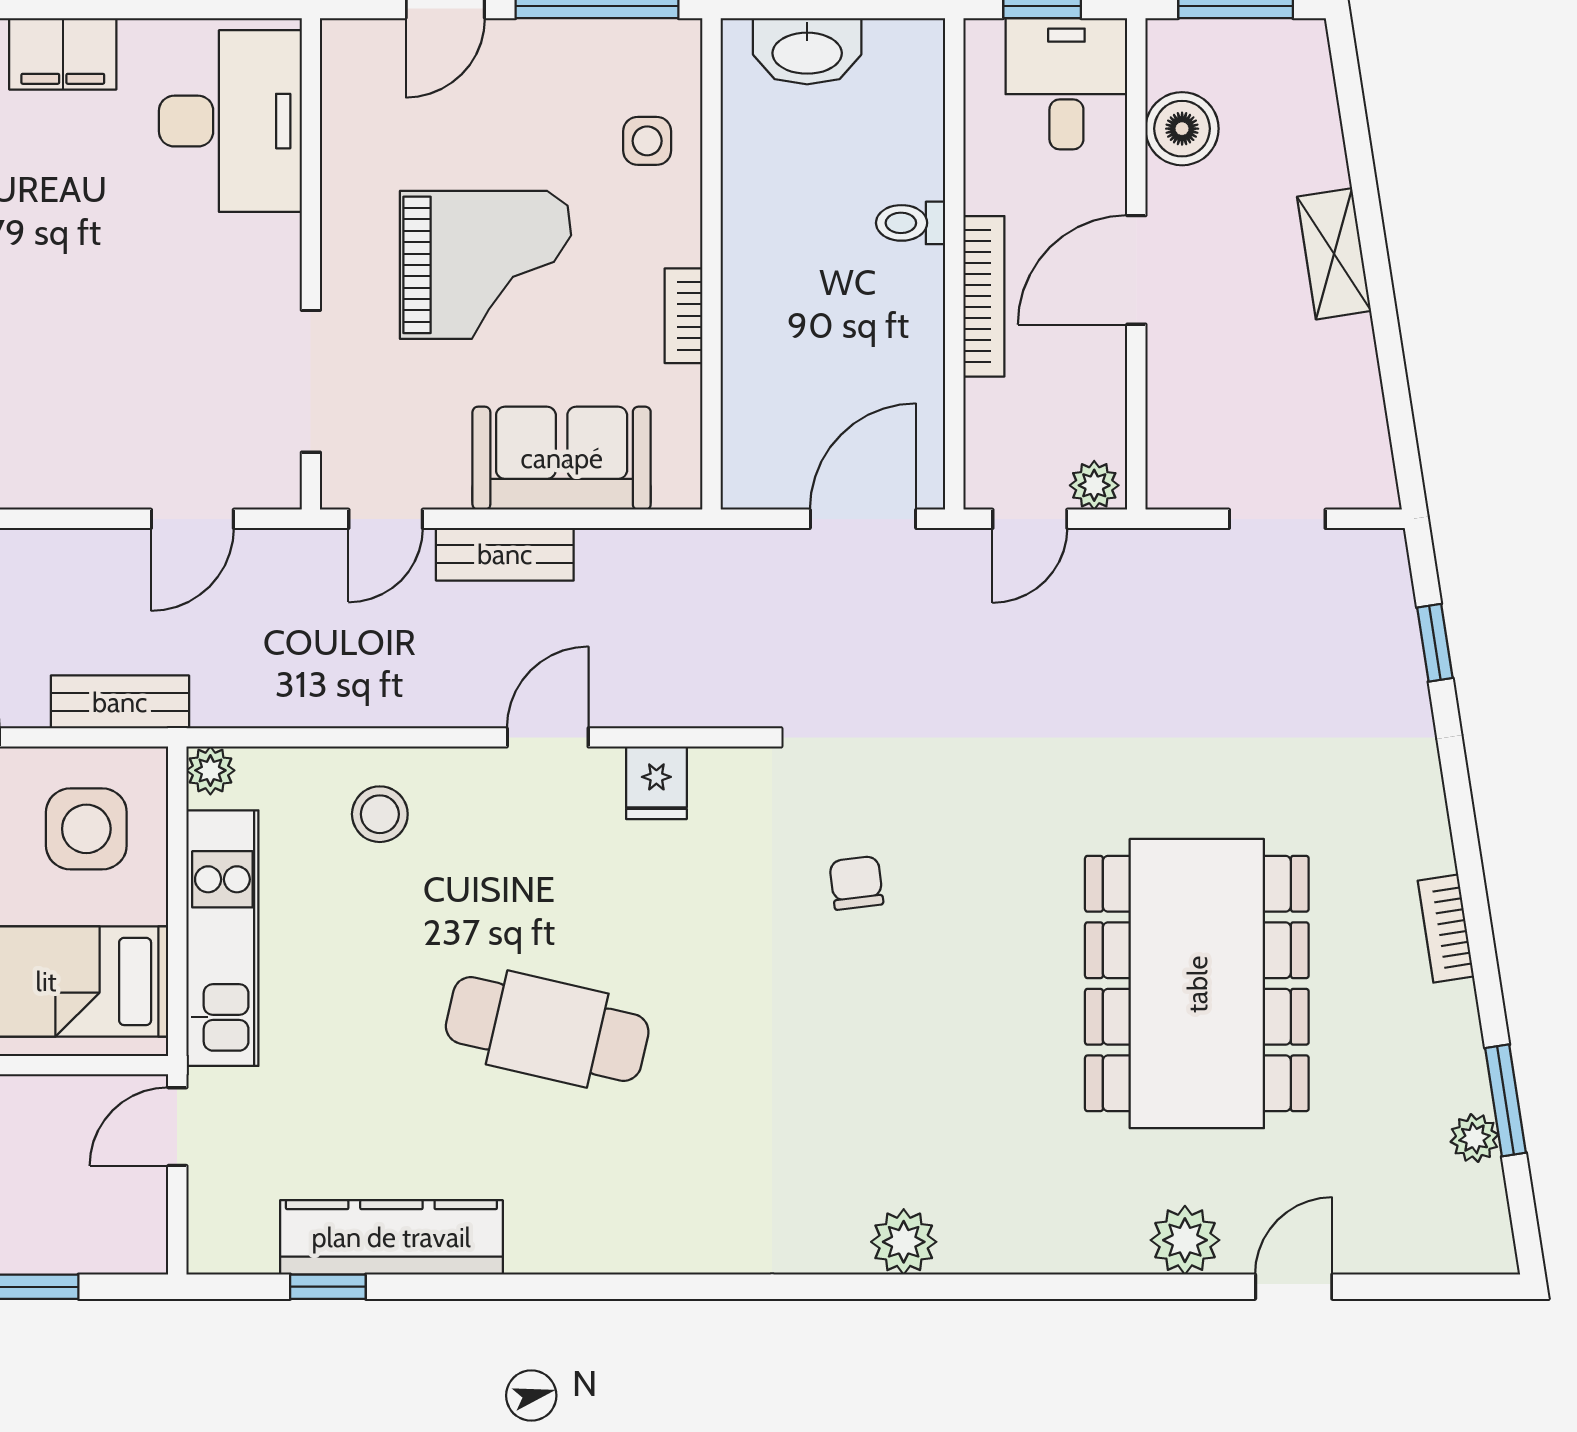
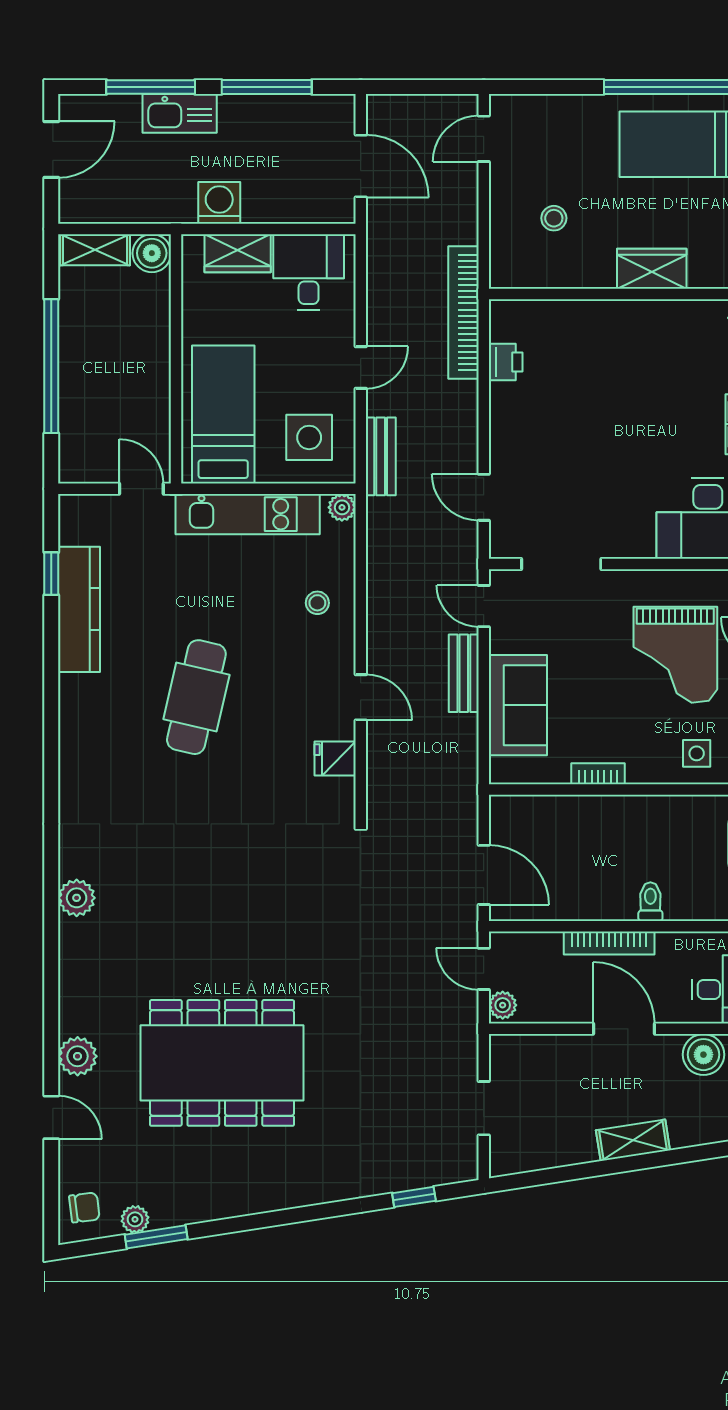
grand piano: (485, 265) -> (675, 655), moved
stool: (380, 814) -> (317, 603), width x0.73, depth x0.73
chair: (856, 883) -> (84, 1208), moved
bookcase: (1446, 929) -> (253, 1203), removed

